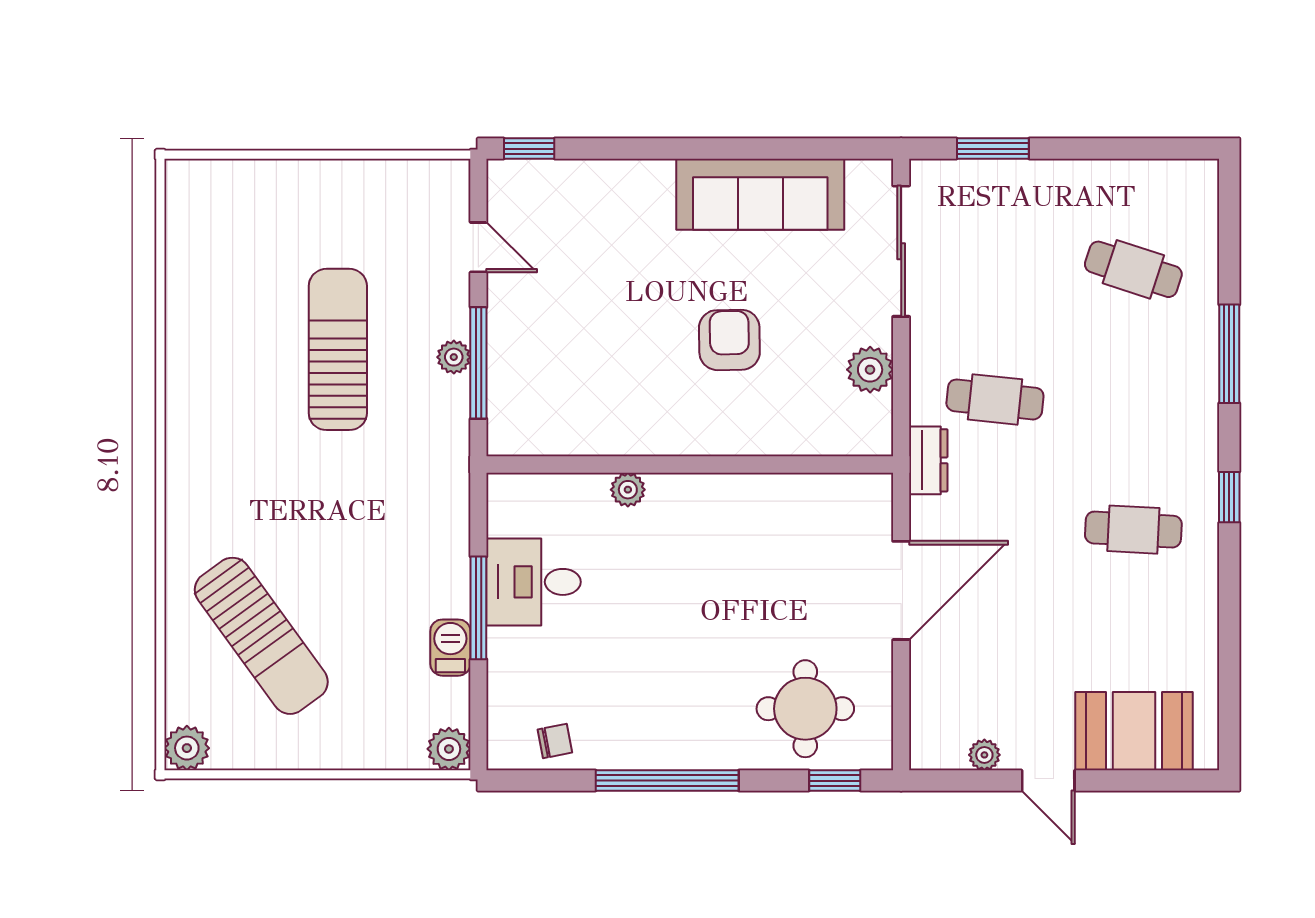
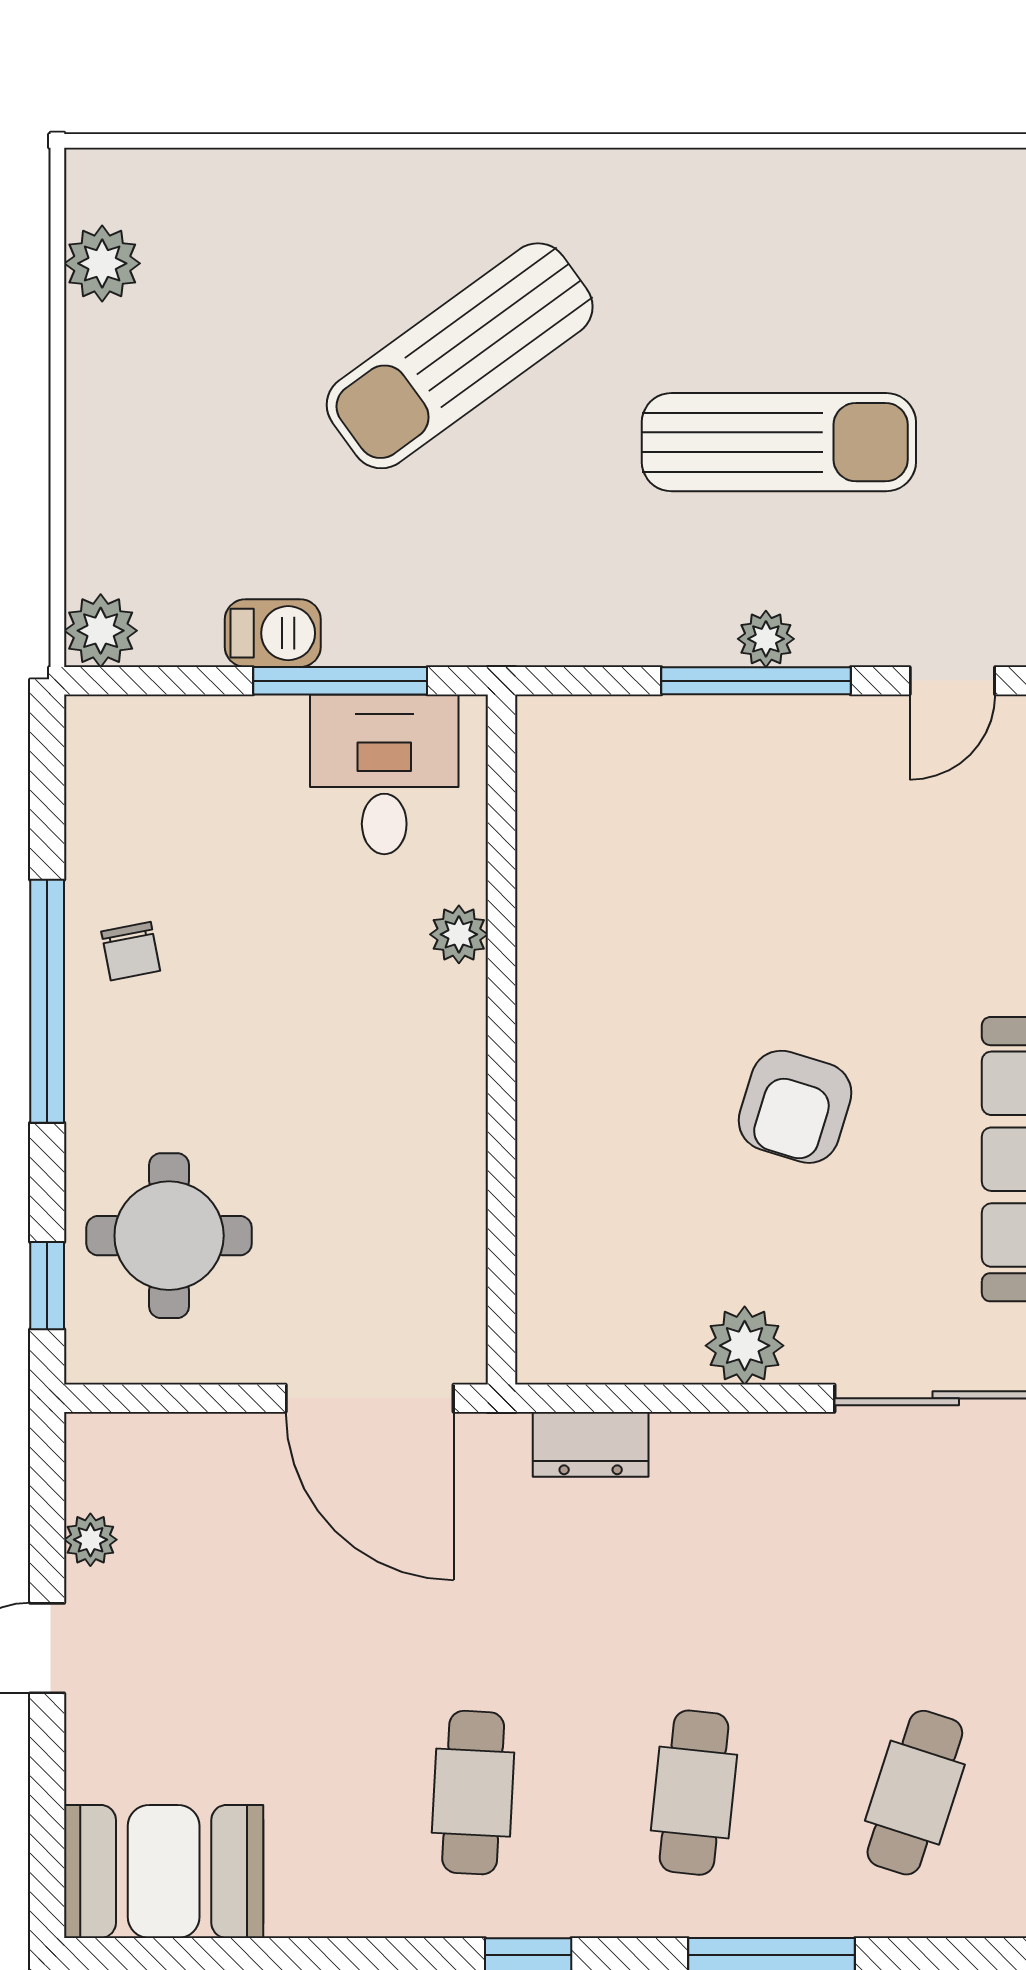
armchair: (729, 340) -> (795, 1107), turned 108
cafe table: (995, 399) -> (694, 1793), moved
wall: (690, 465) -> (502, 1040), moved
plant: (628, 490) -> (459, 934), moved
sun lounger: (261, 636) -> (460, 356), moved
booth: (1134, 731) -> (164, 1871), moved, turned 90
chair: (555, 741) -> (131, 951), moved
plant: (187, 748) -> (102, 263), moved

